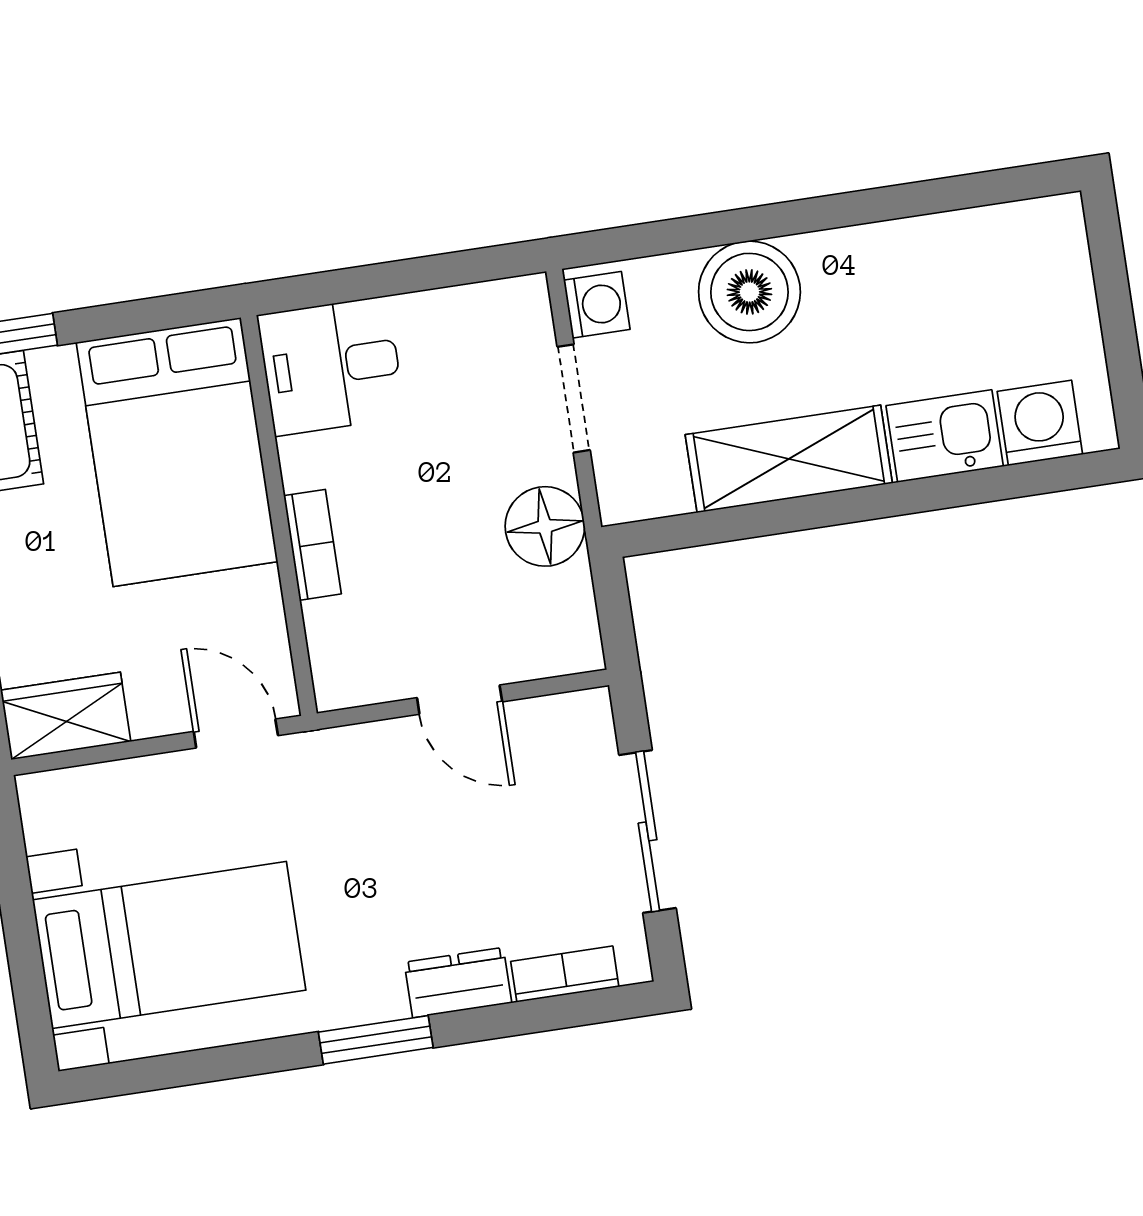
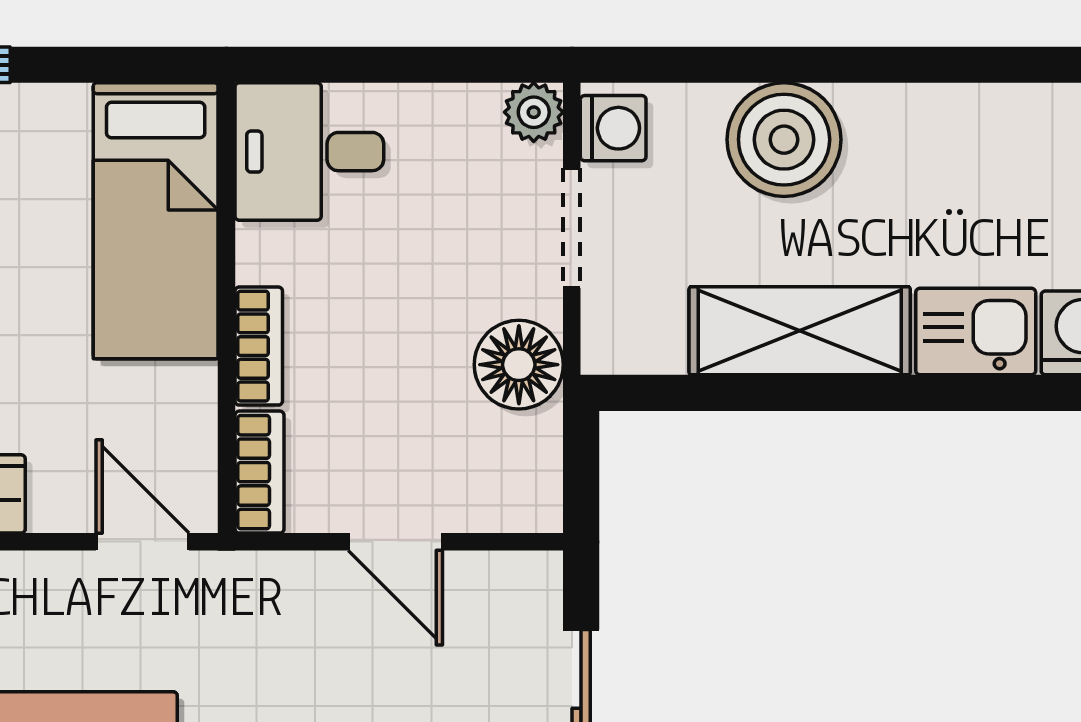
plant: (524, 301) -> (534, 112), added
bed: (177, 452) -> (156, 221), width x0.67
bookcase: (330, 656) -> (260, 472), added

